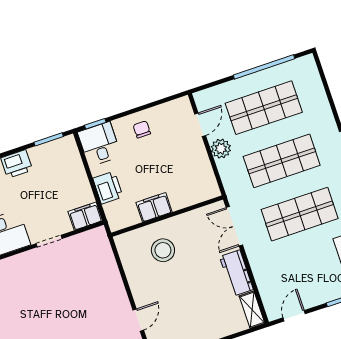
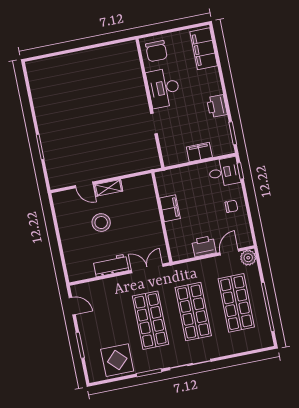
door: (200, 125) -> (229, 252), swing flipped
plant: (221, 149) -> (248, 258), moved
printer: (108, 188) -> (204, 246), moved, turned 180
filing cabinet: (85, 216) -> (199, 152), moved, turned -90
stool: (163, 250) -> (101, 223), moved
shelving: (252, 310) -> (108, 188), moved

